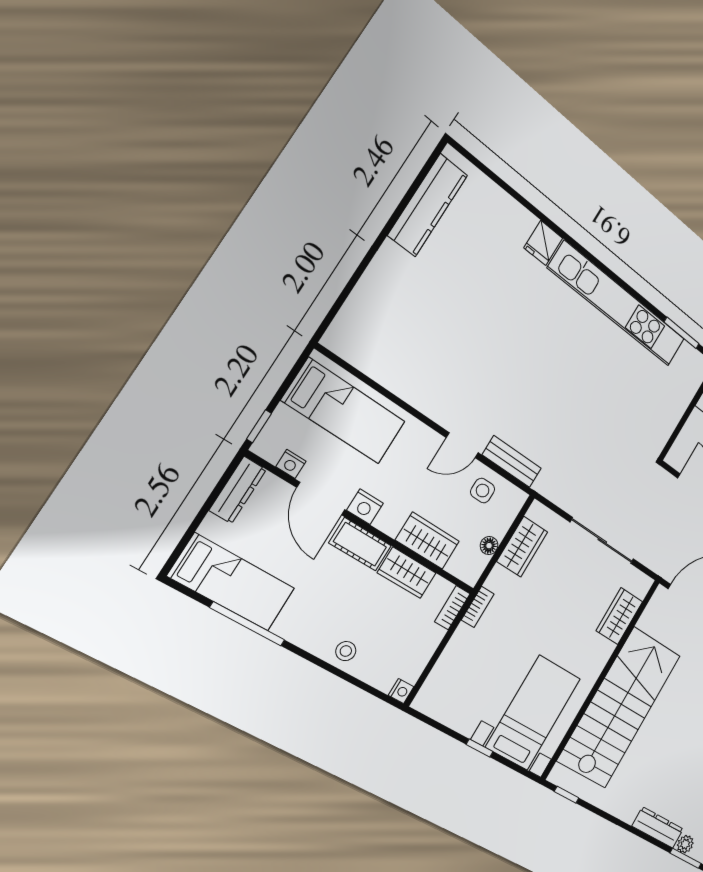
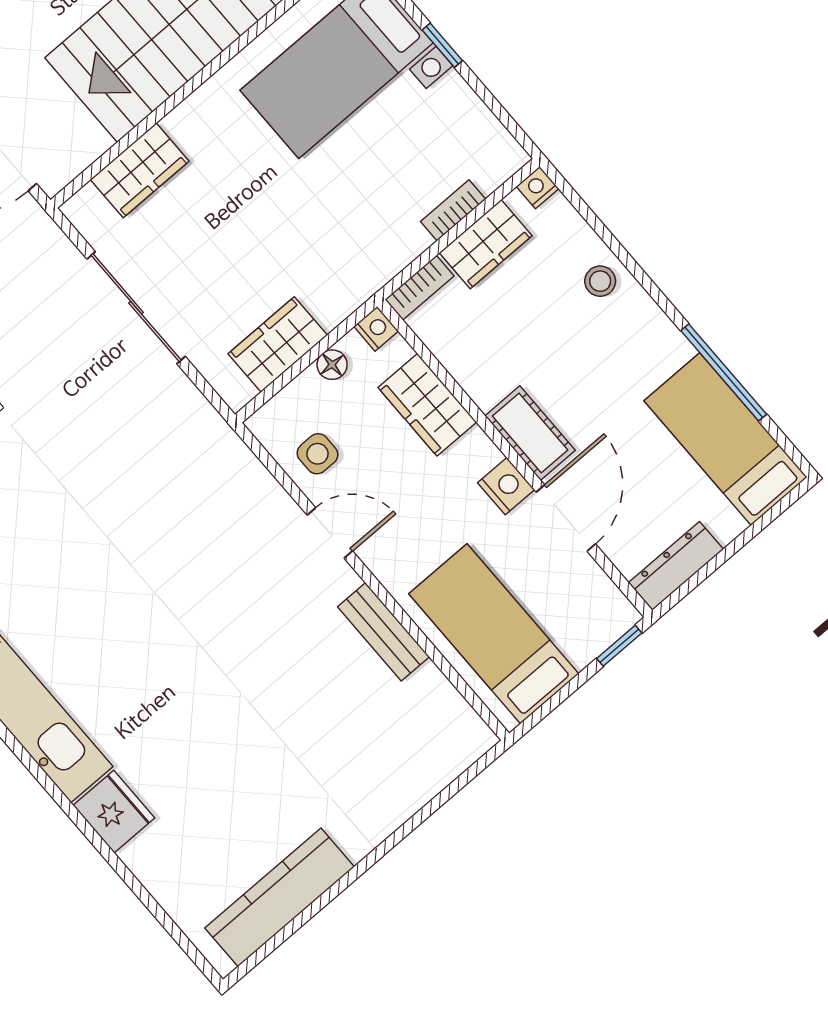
fridge: (543, 243) -> (114, 812), width x1.38
bench: (512, 462) -> (383, 632), moved
nightstand: (291, 464) -> (376, 329), moved
wardrobe: (407, 573) -> (486, 244), moved, turned 90
bookcase: (478, 607) -> (453, 210), moved

